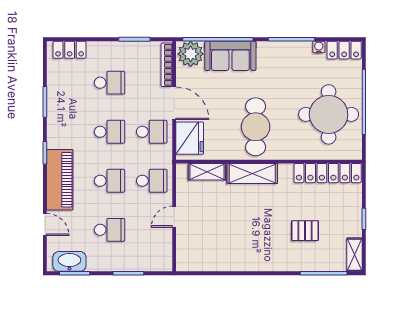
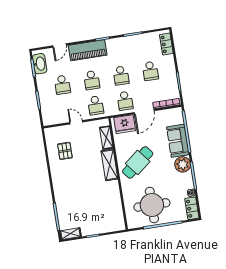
plant: (191, 54) -> (183, 164), moved
cafe table: (256, 127) -> (138, 162), turned -39
locker: (328, 173) -> (117, 210), removed
pallet: (305, 231) -> (65, 151), moved

